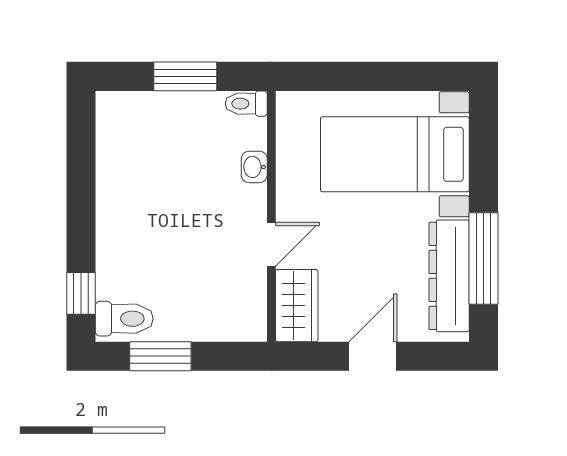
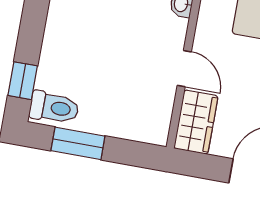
door: (271, 244) -> (184, 69), hinge flipped

